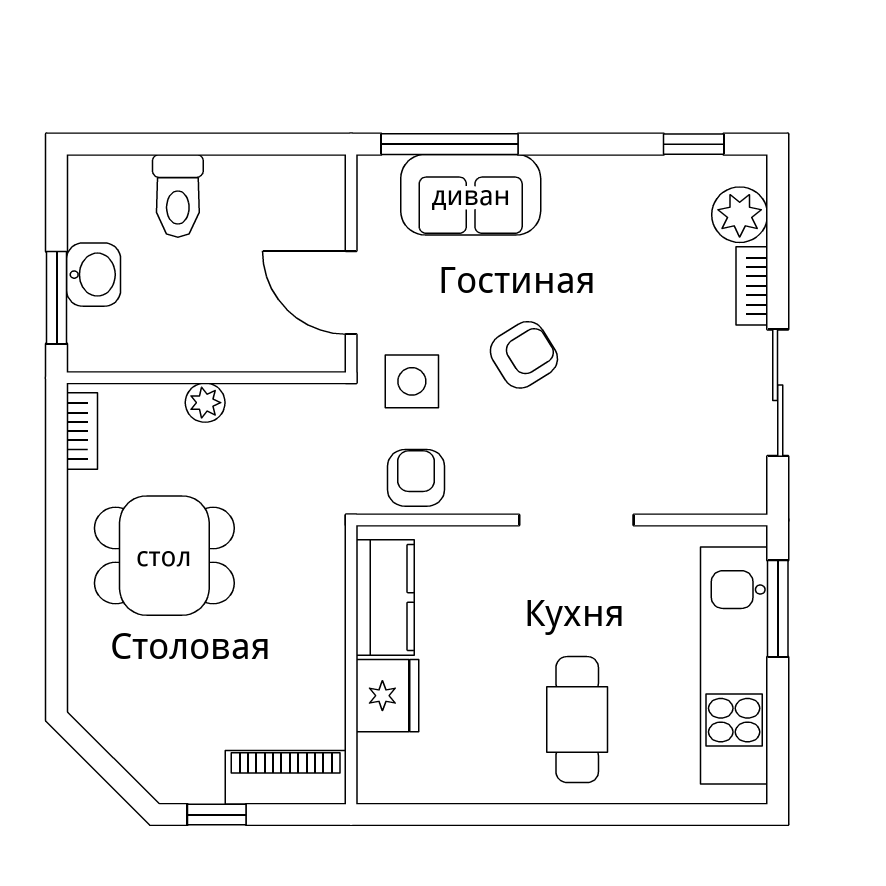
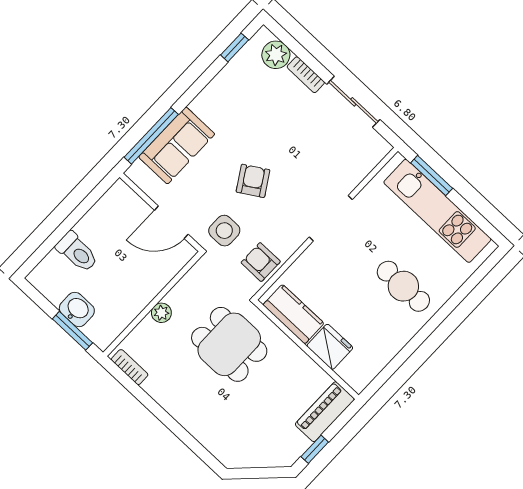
dining table: (164, 556) -> (229, 344), moved, turned 90

